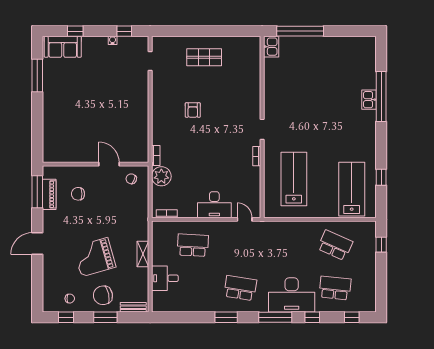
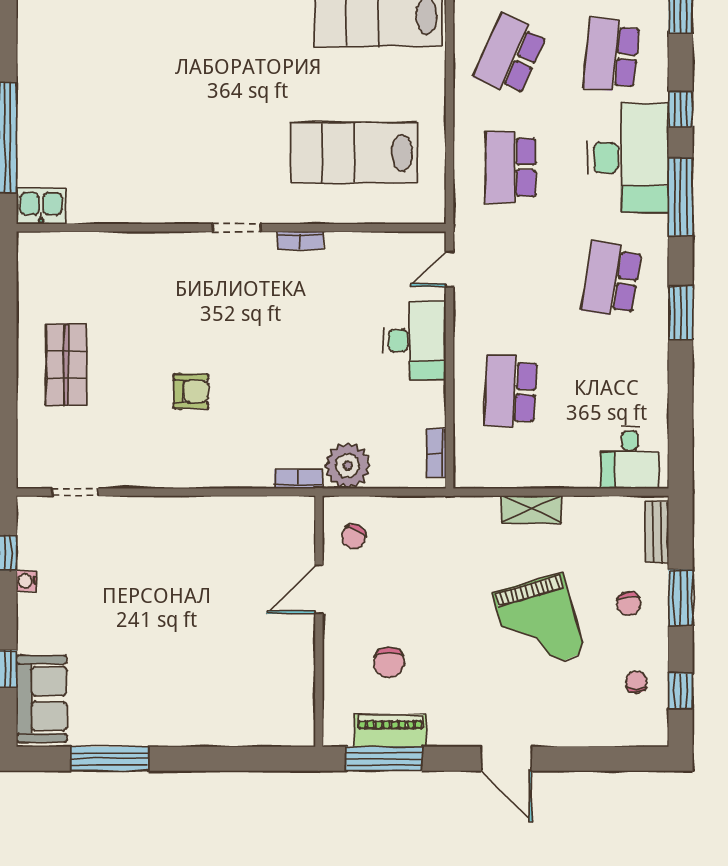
school desk: (288, 245) -> (510, 167), added
desk: (165, 278) -> (630, 457), moved
chair: (103, 295) -> (629, 604), width x0.54, depth x0.54

